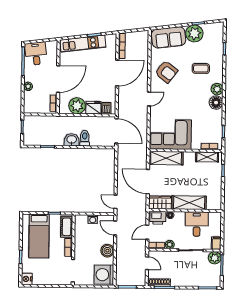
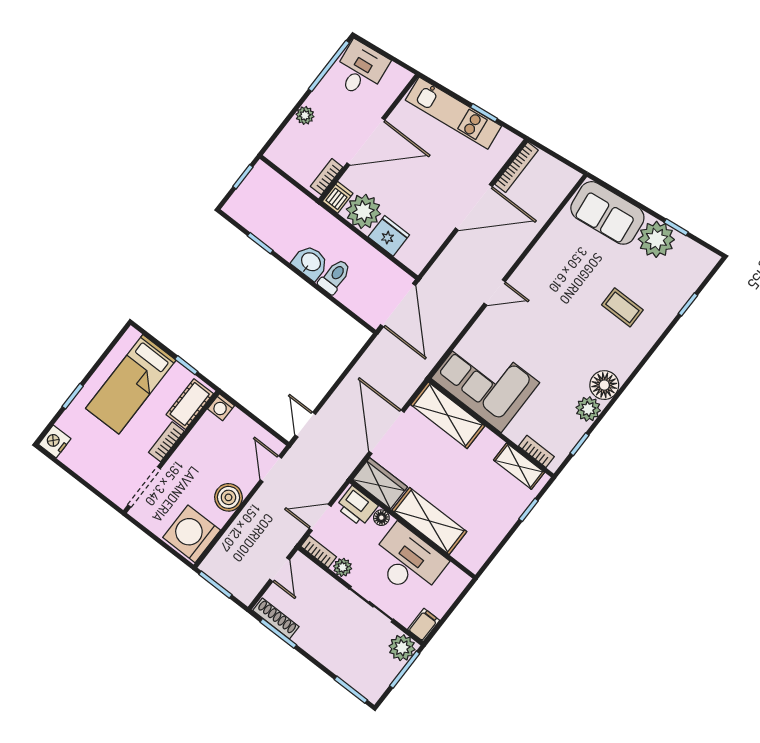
armchair: (166, 72) -> (559, 269), removed
plant: (217, 89) -> (588, 409), moved
dishwasher: (106, 108) -> (338, 197), moved
washing machine: (93, 219) -> (221, 407), moved
desk: (197, 224) -> (408, 561), width x1.37

